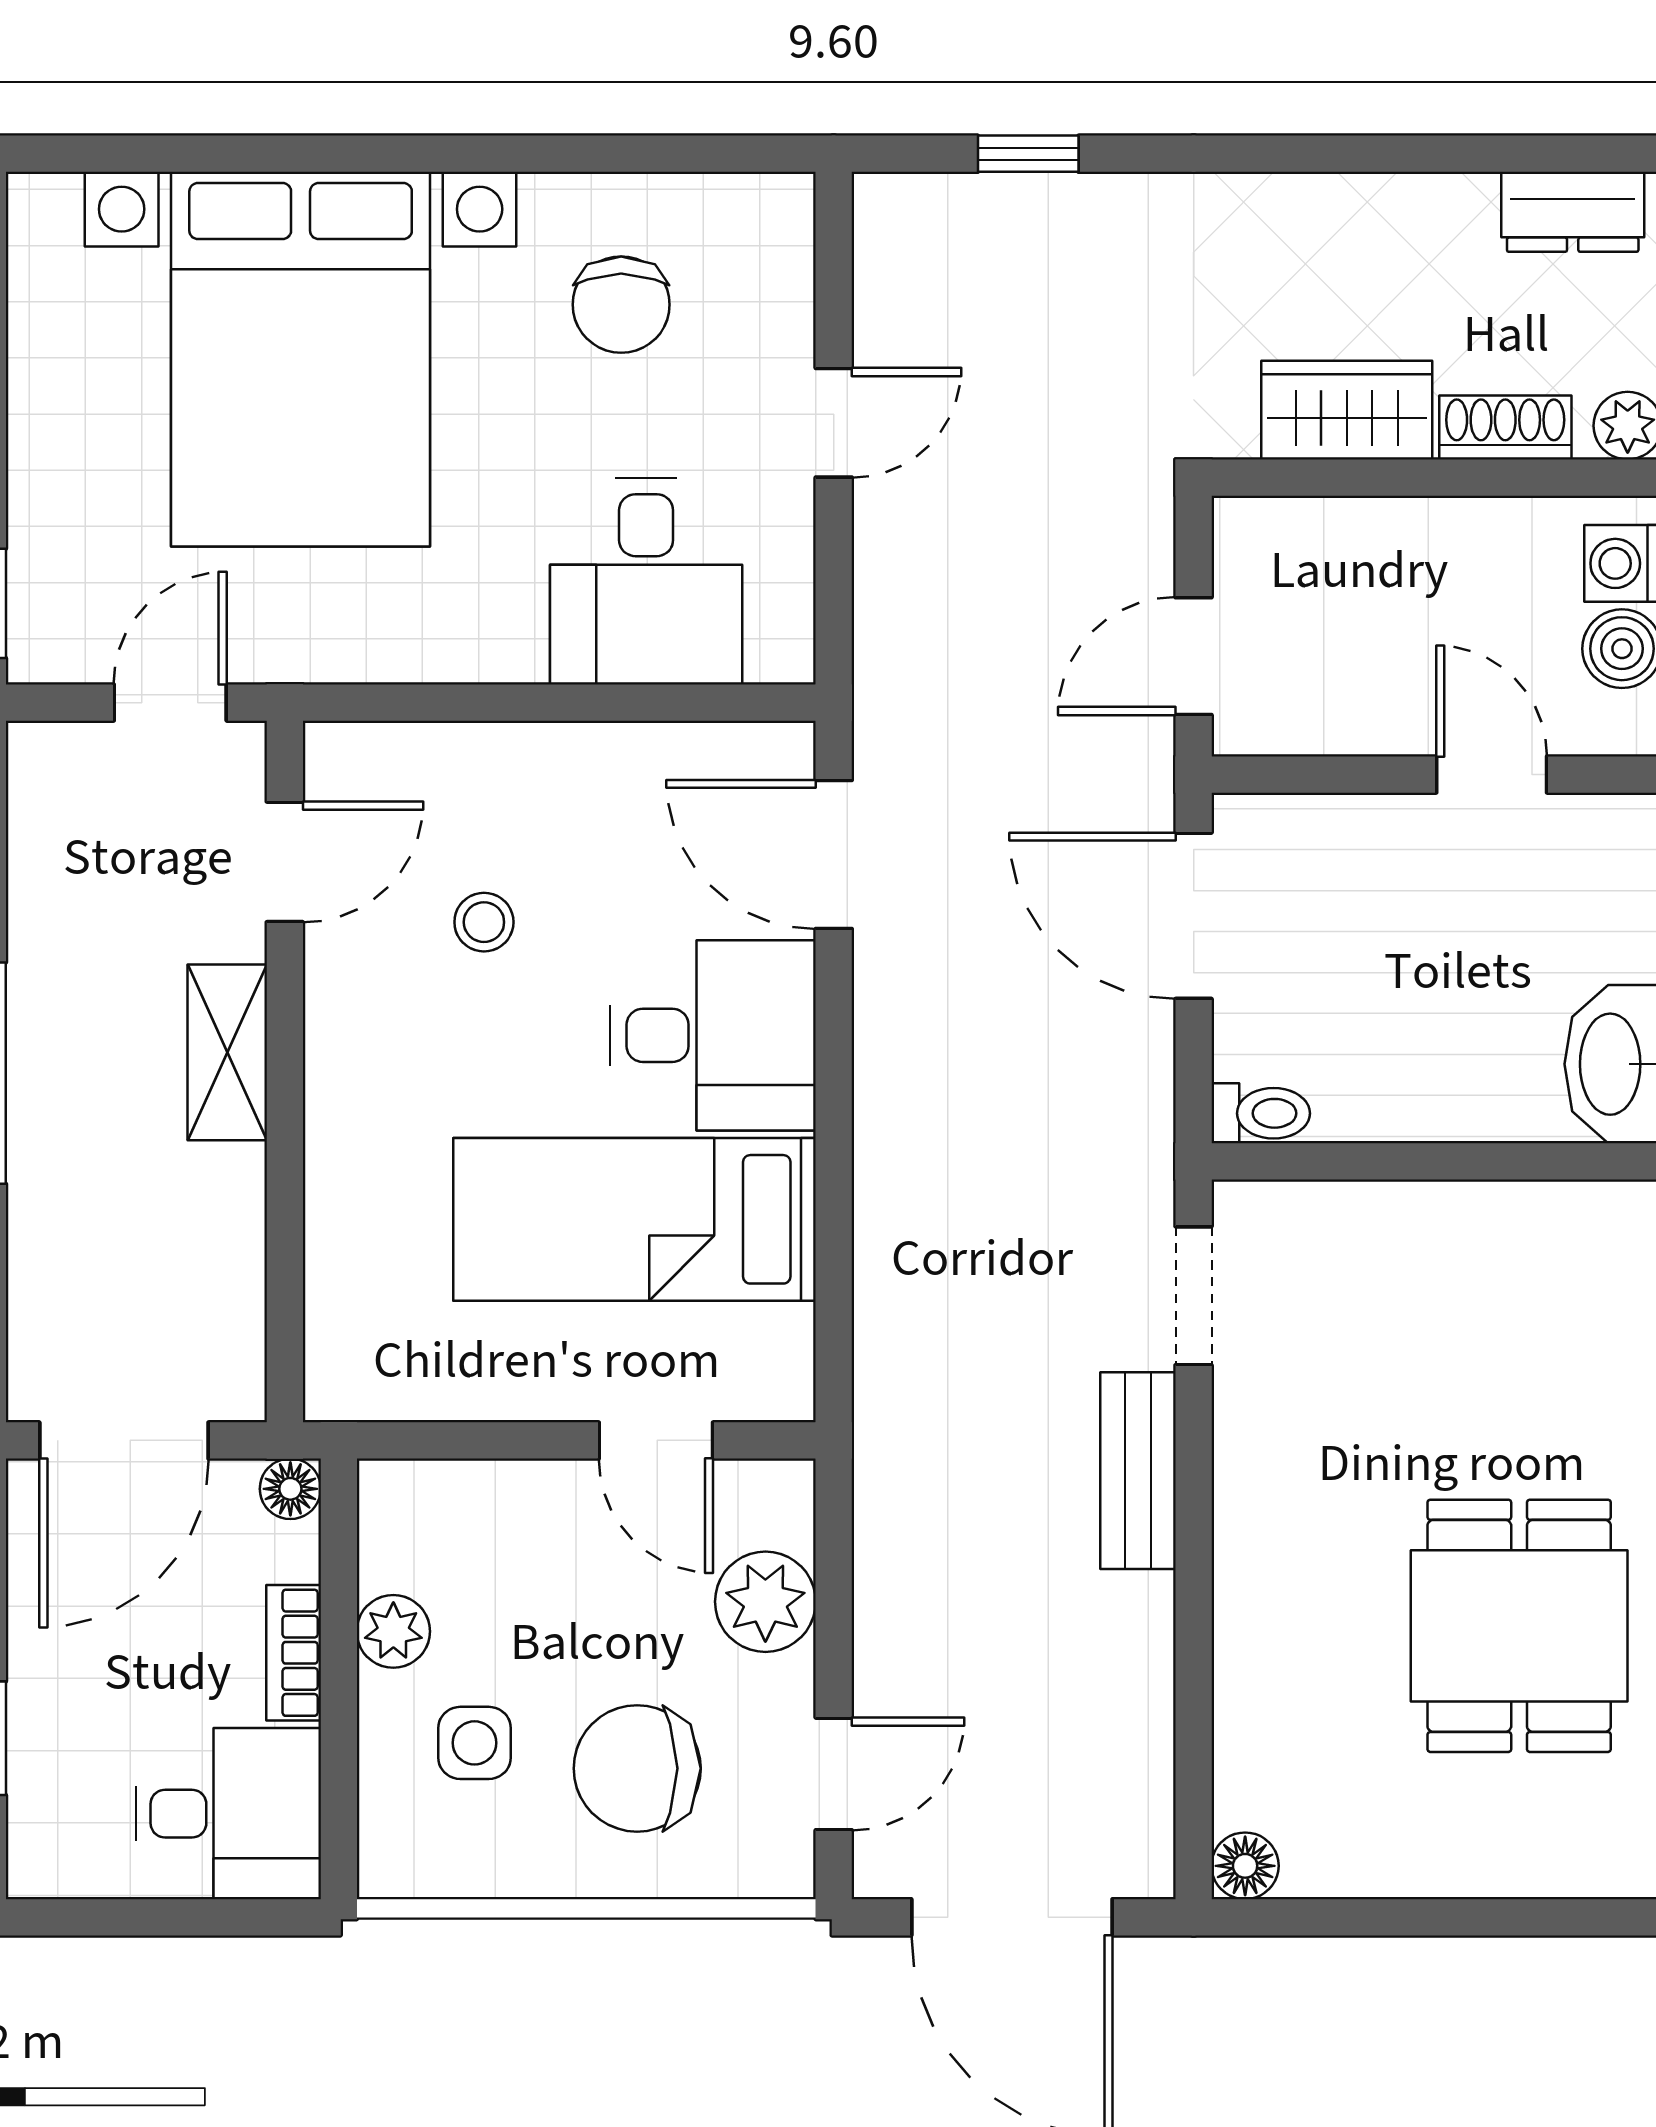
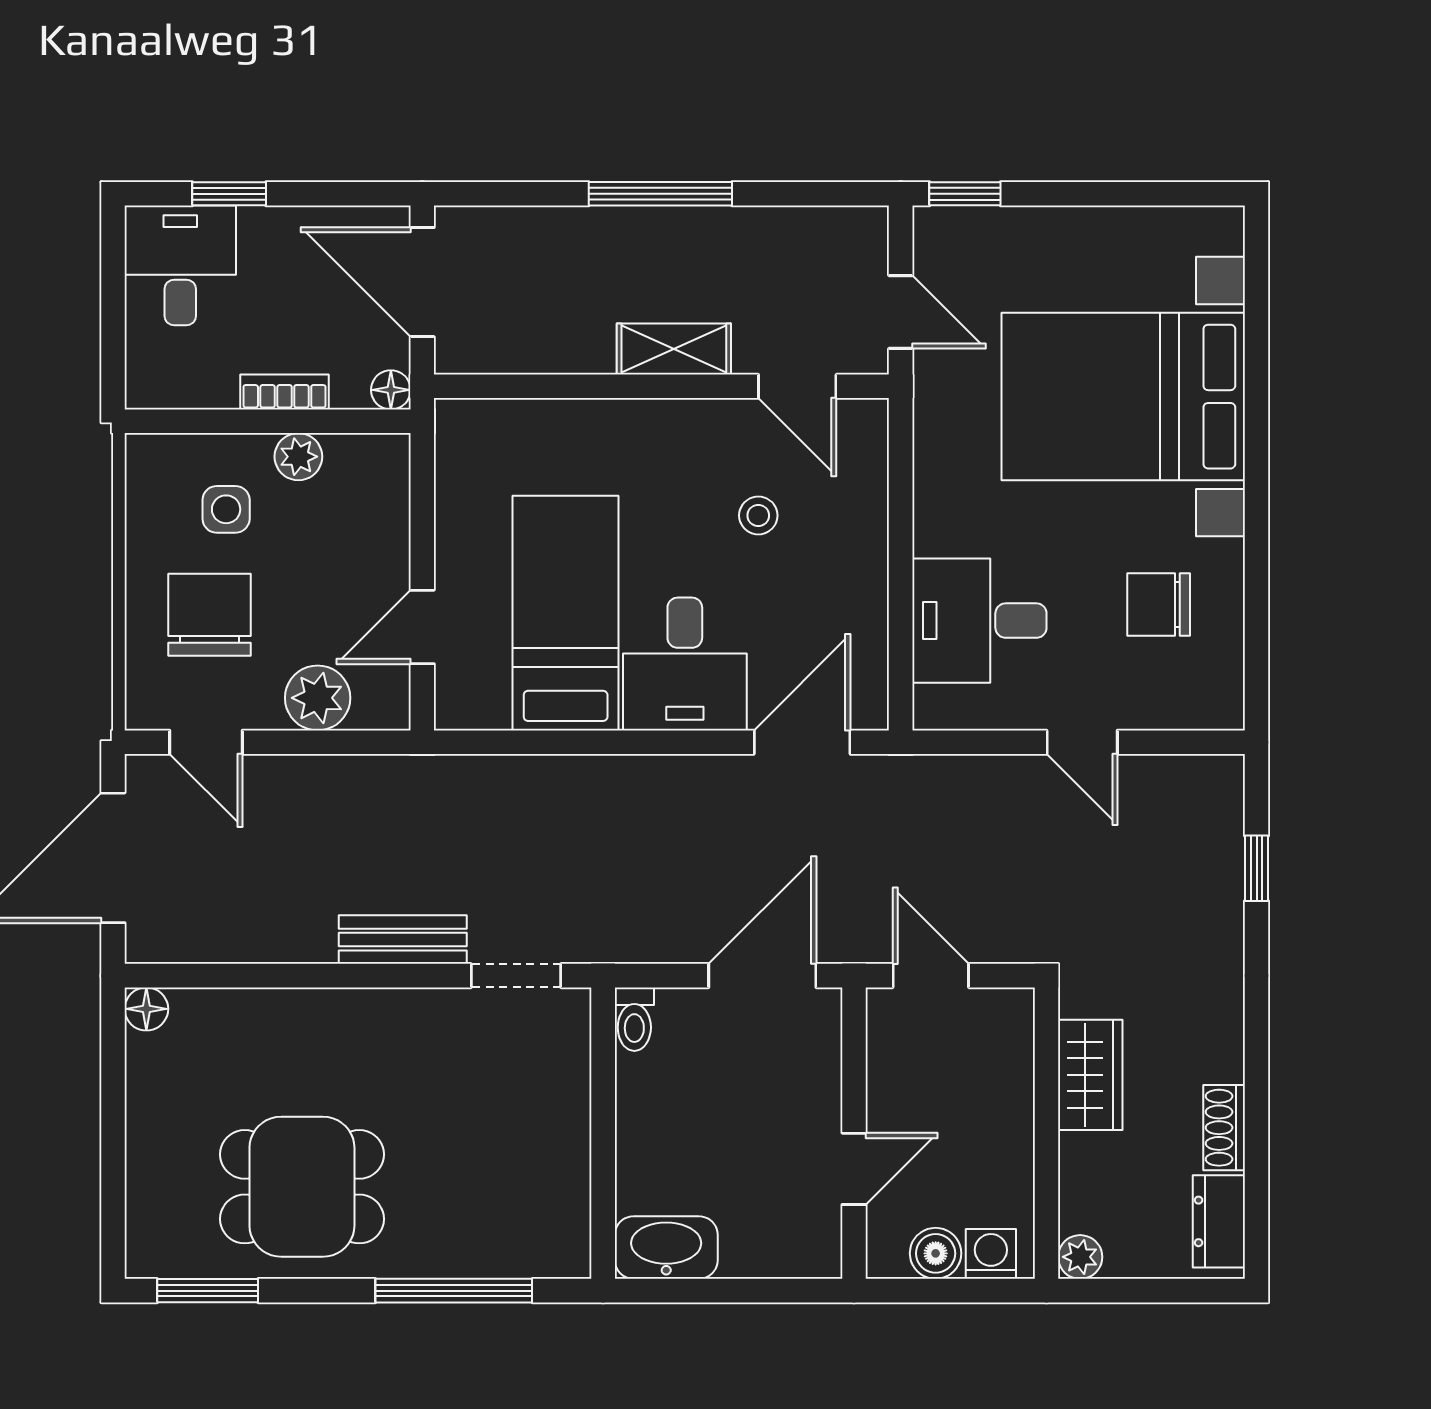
shoe rack: (1505, 428) -> (1224, 1128), moved, turned 180
desk: (228, 1814) -> (180, 265), moved, turned 180

